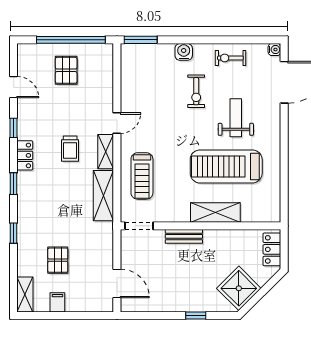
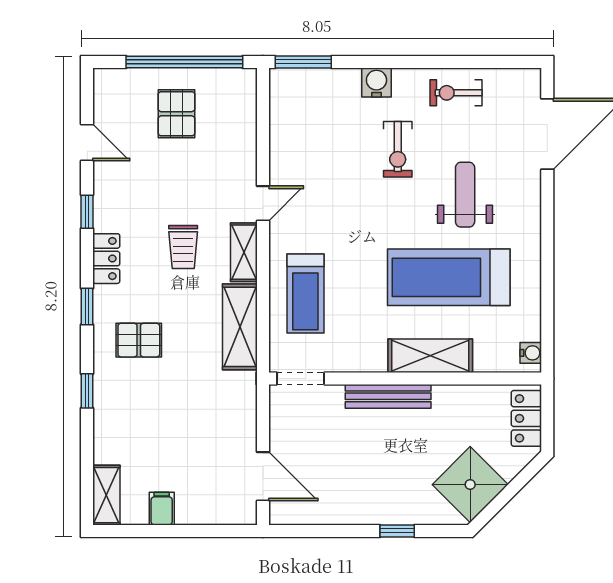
water cooler: (274, 49) -> (531, 353), moved
bench: (184, 236) -> (388, 396), width x1.36
pallet: (58, 260) -> (139, 340), moved, turned 90

